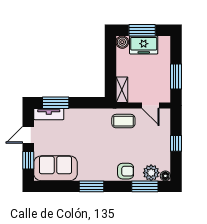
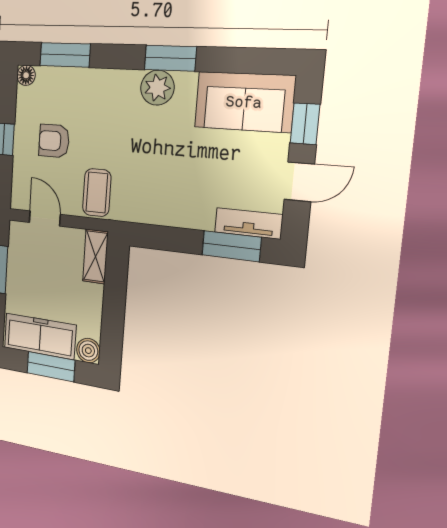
freezer: (144, 45) -> (40, 336), width x1.40
coffee table: (123, 121) -> (97, 193), turned 90
armchair: (126, 171) -> (54, 141), moved
plant: (151, 173) -> (157, 88), moved

